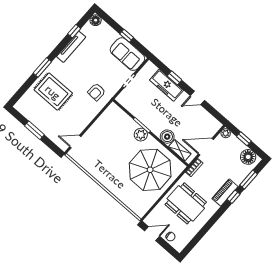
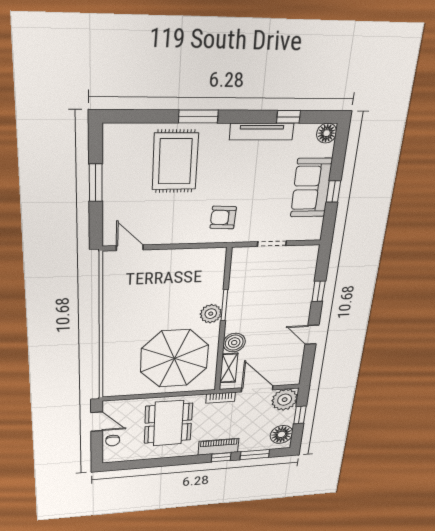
sofa: (127, 54) -> (311, 188), moved
freezer: (167, 85) -> (301, 290), removed
plant: (226, 133) -> (285, 400), width x1.88, depth x1.88

